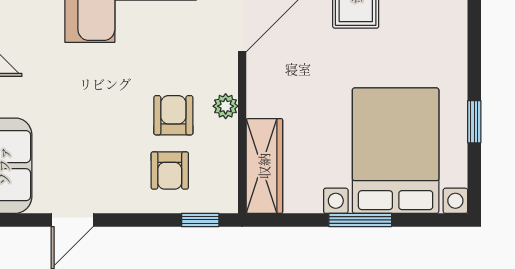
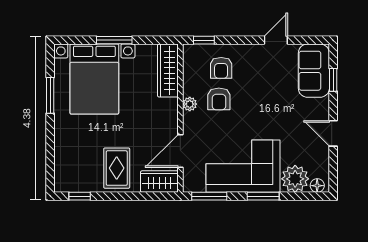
window: (474, 122) -> (50, 95), width x1.50
armchair: (170, 171) -> (221, 68), turned 180

